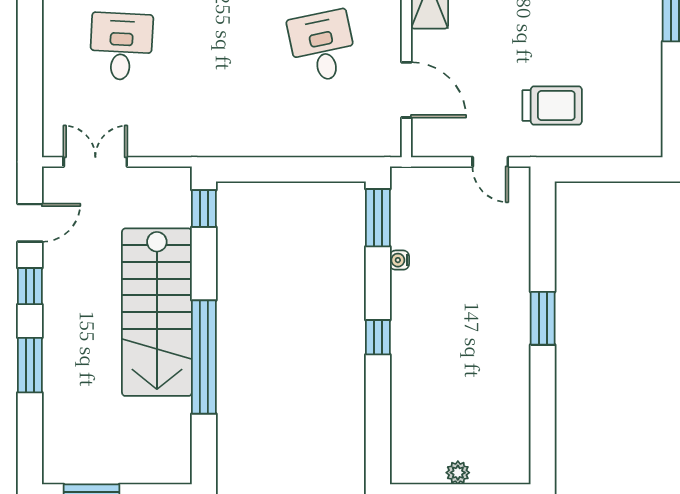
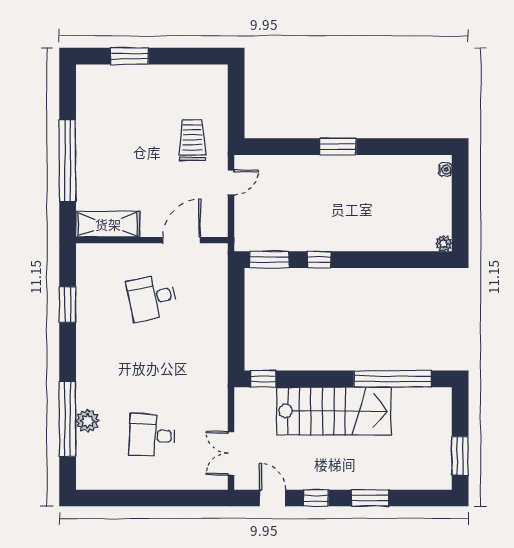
water cooler: (399, 260) -> (445, 170), moved, turned -90
window: (378, 337) -> (319, 260), moved
window: (204, 357) -> (393, 379), moved
plant: (458, 473) -> (444, 243), moved

